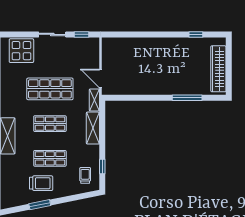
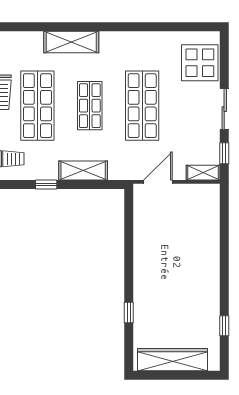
window: (187, 98) -> (129, 312), width x0.46
shelving: (94, 100) -> (203, 173), moved
shop shelf: (50, 158) -> (37, 106), width x1.43, depth x1.36
window: (102, 167) -> (46, 185), moved

